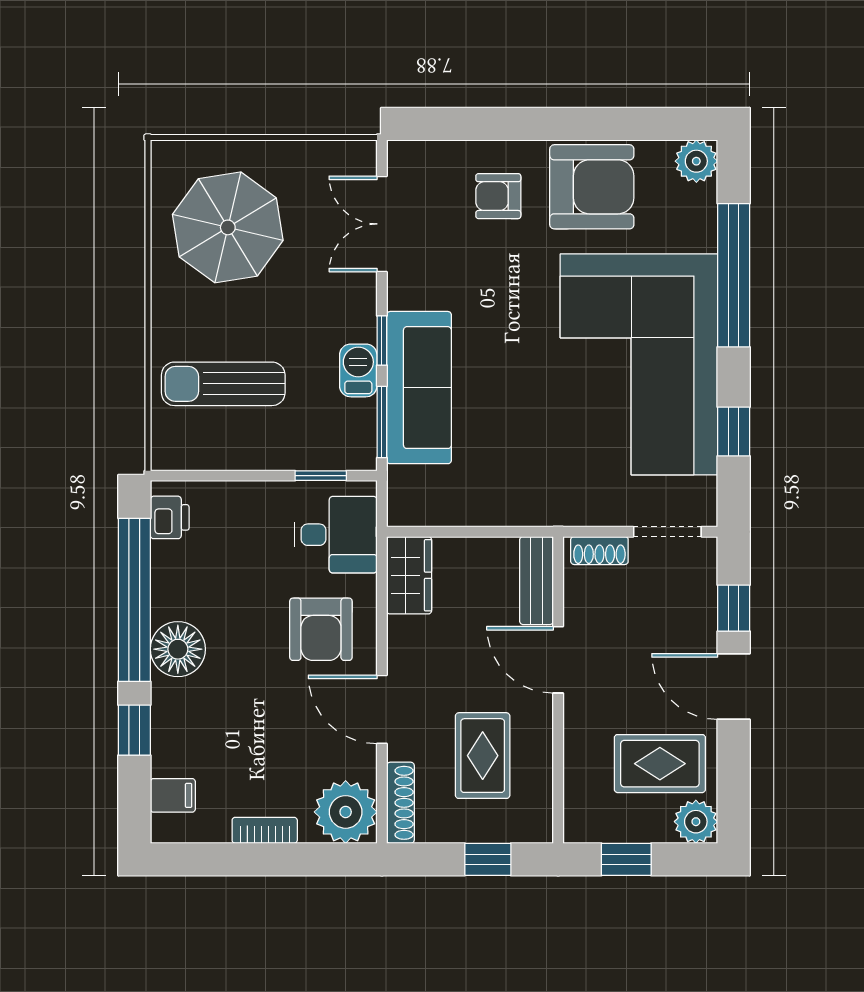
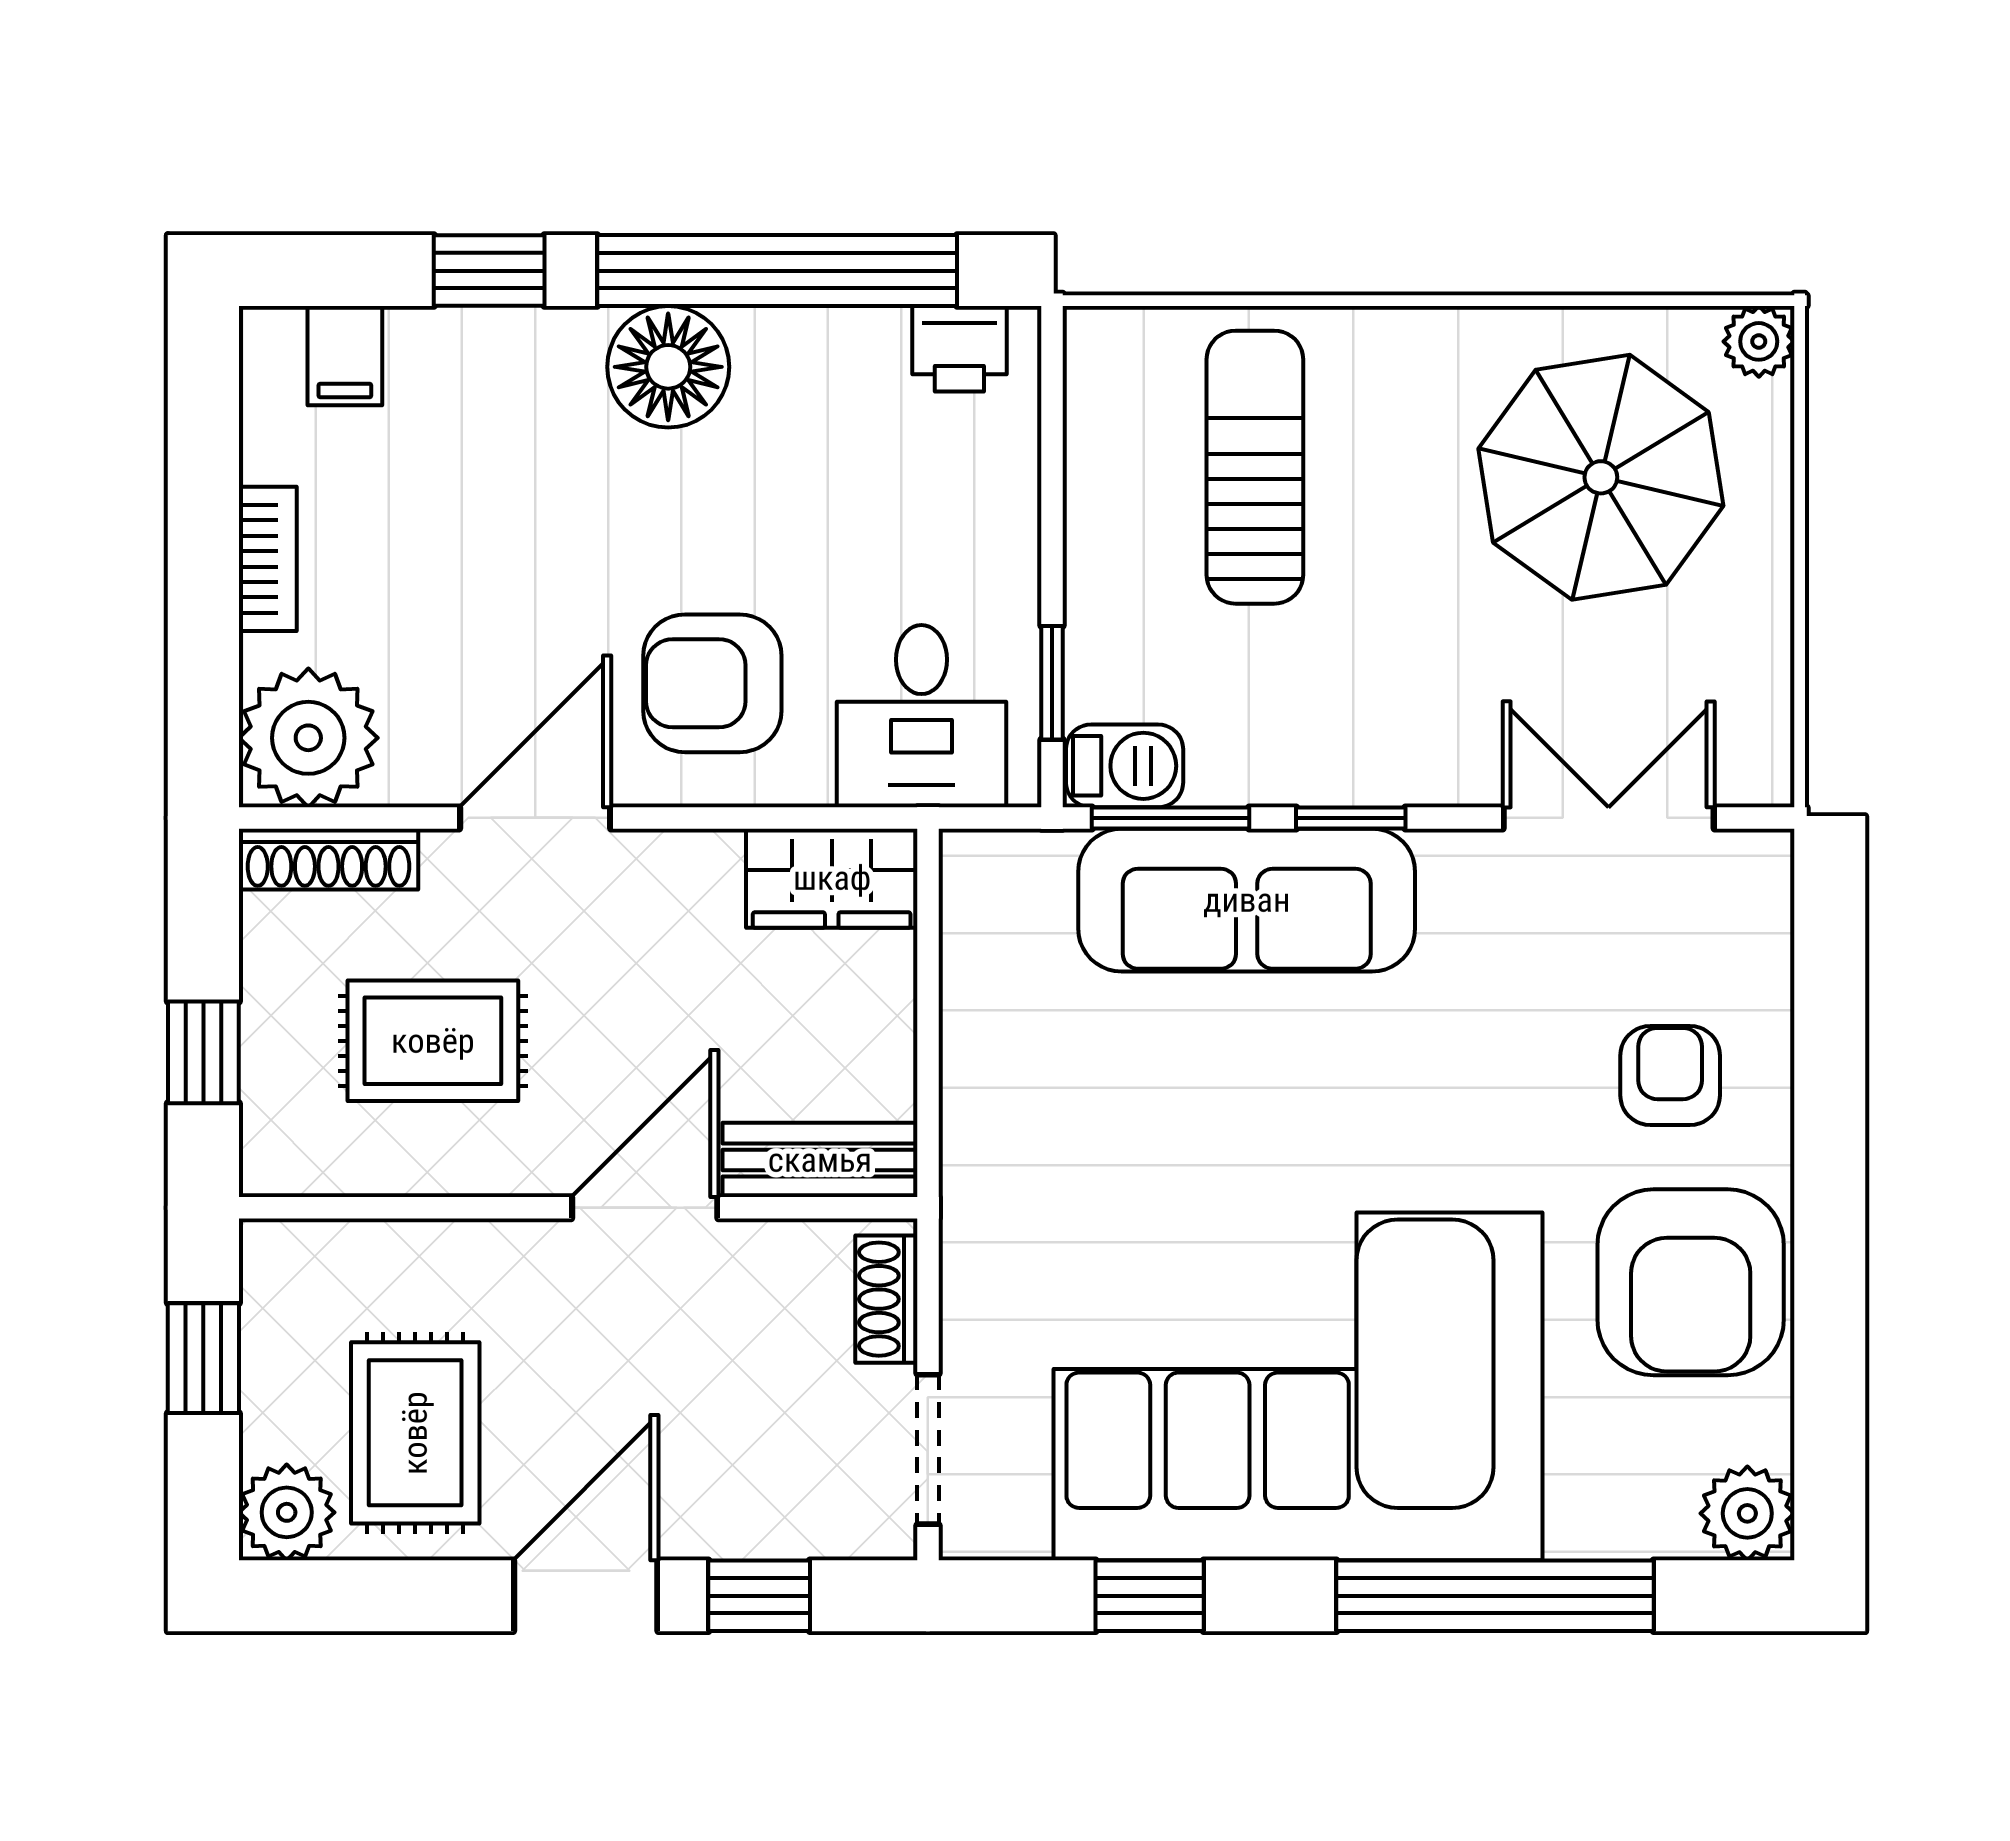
plant: (166, 156) -> (1759, 341), added
barbecue: (358, 370) -> (1125, 766), moved

